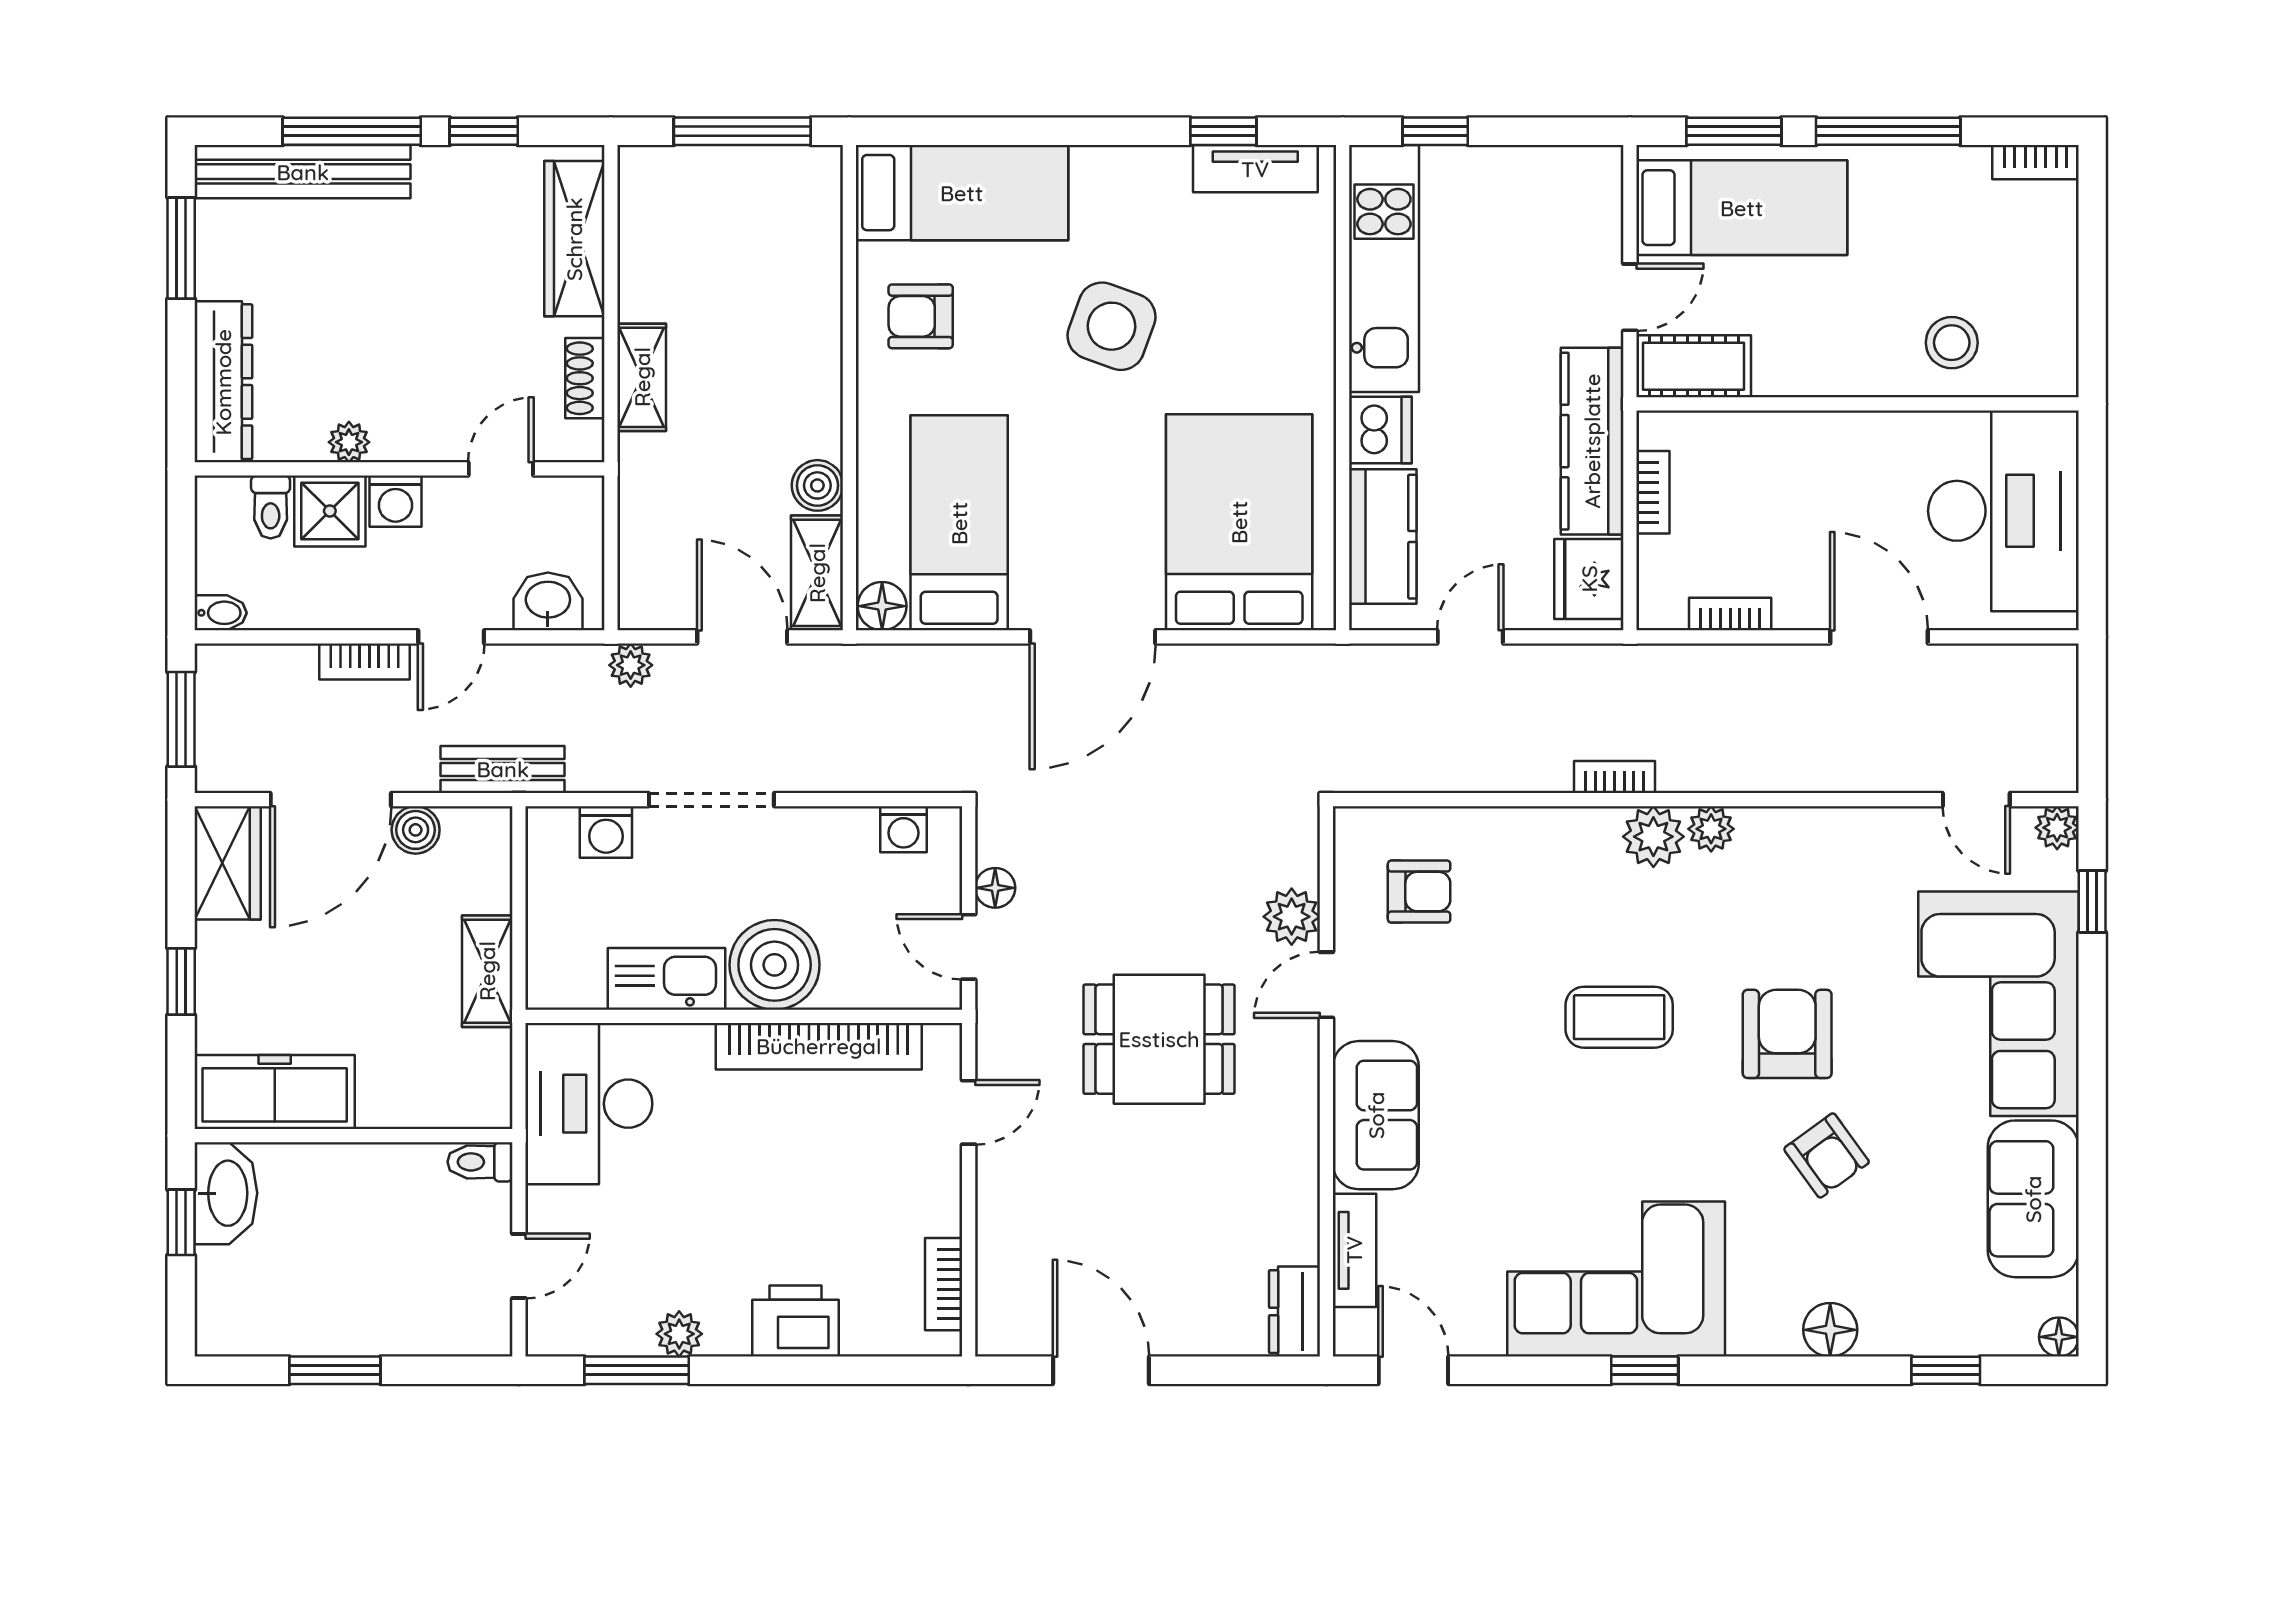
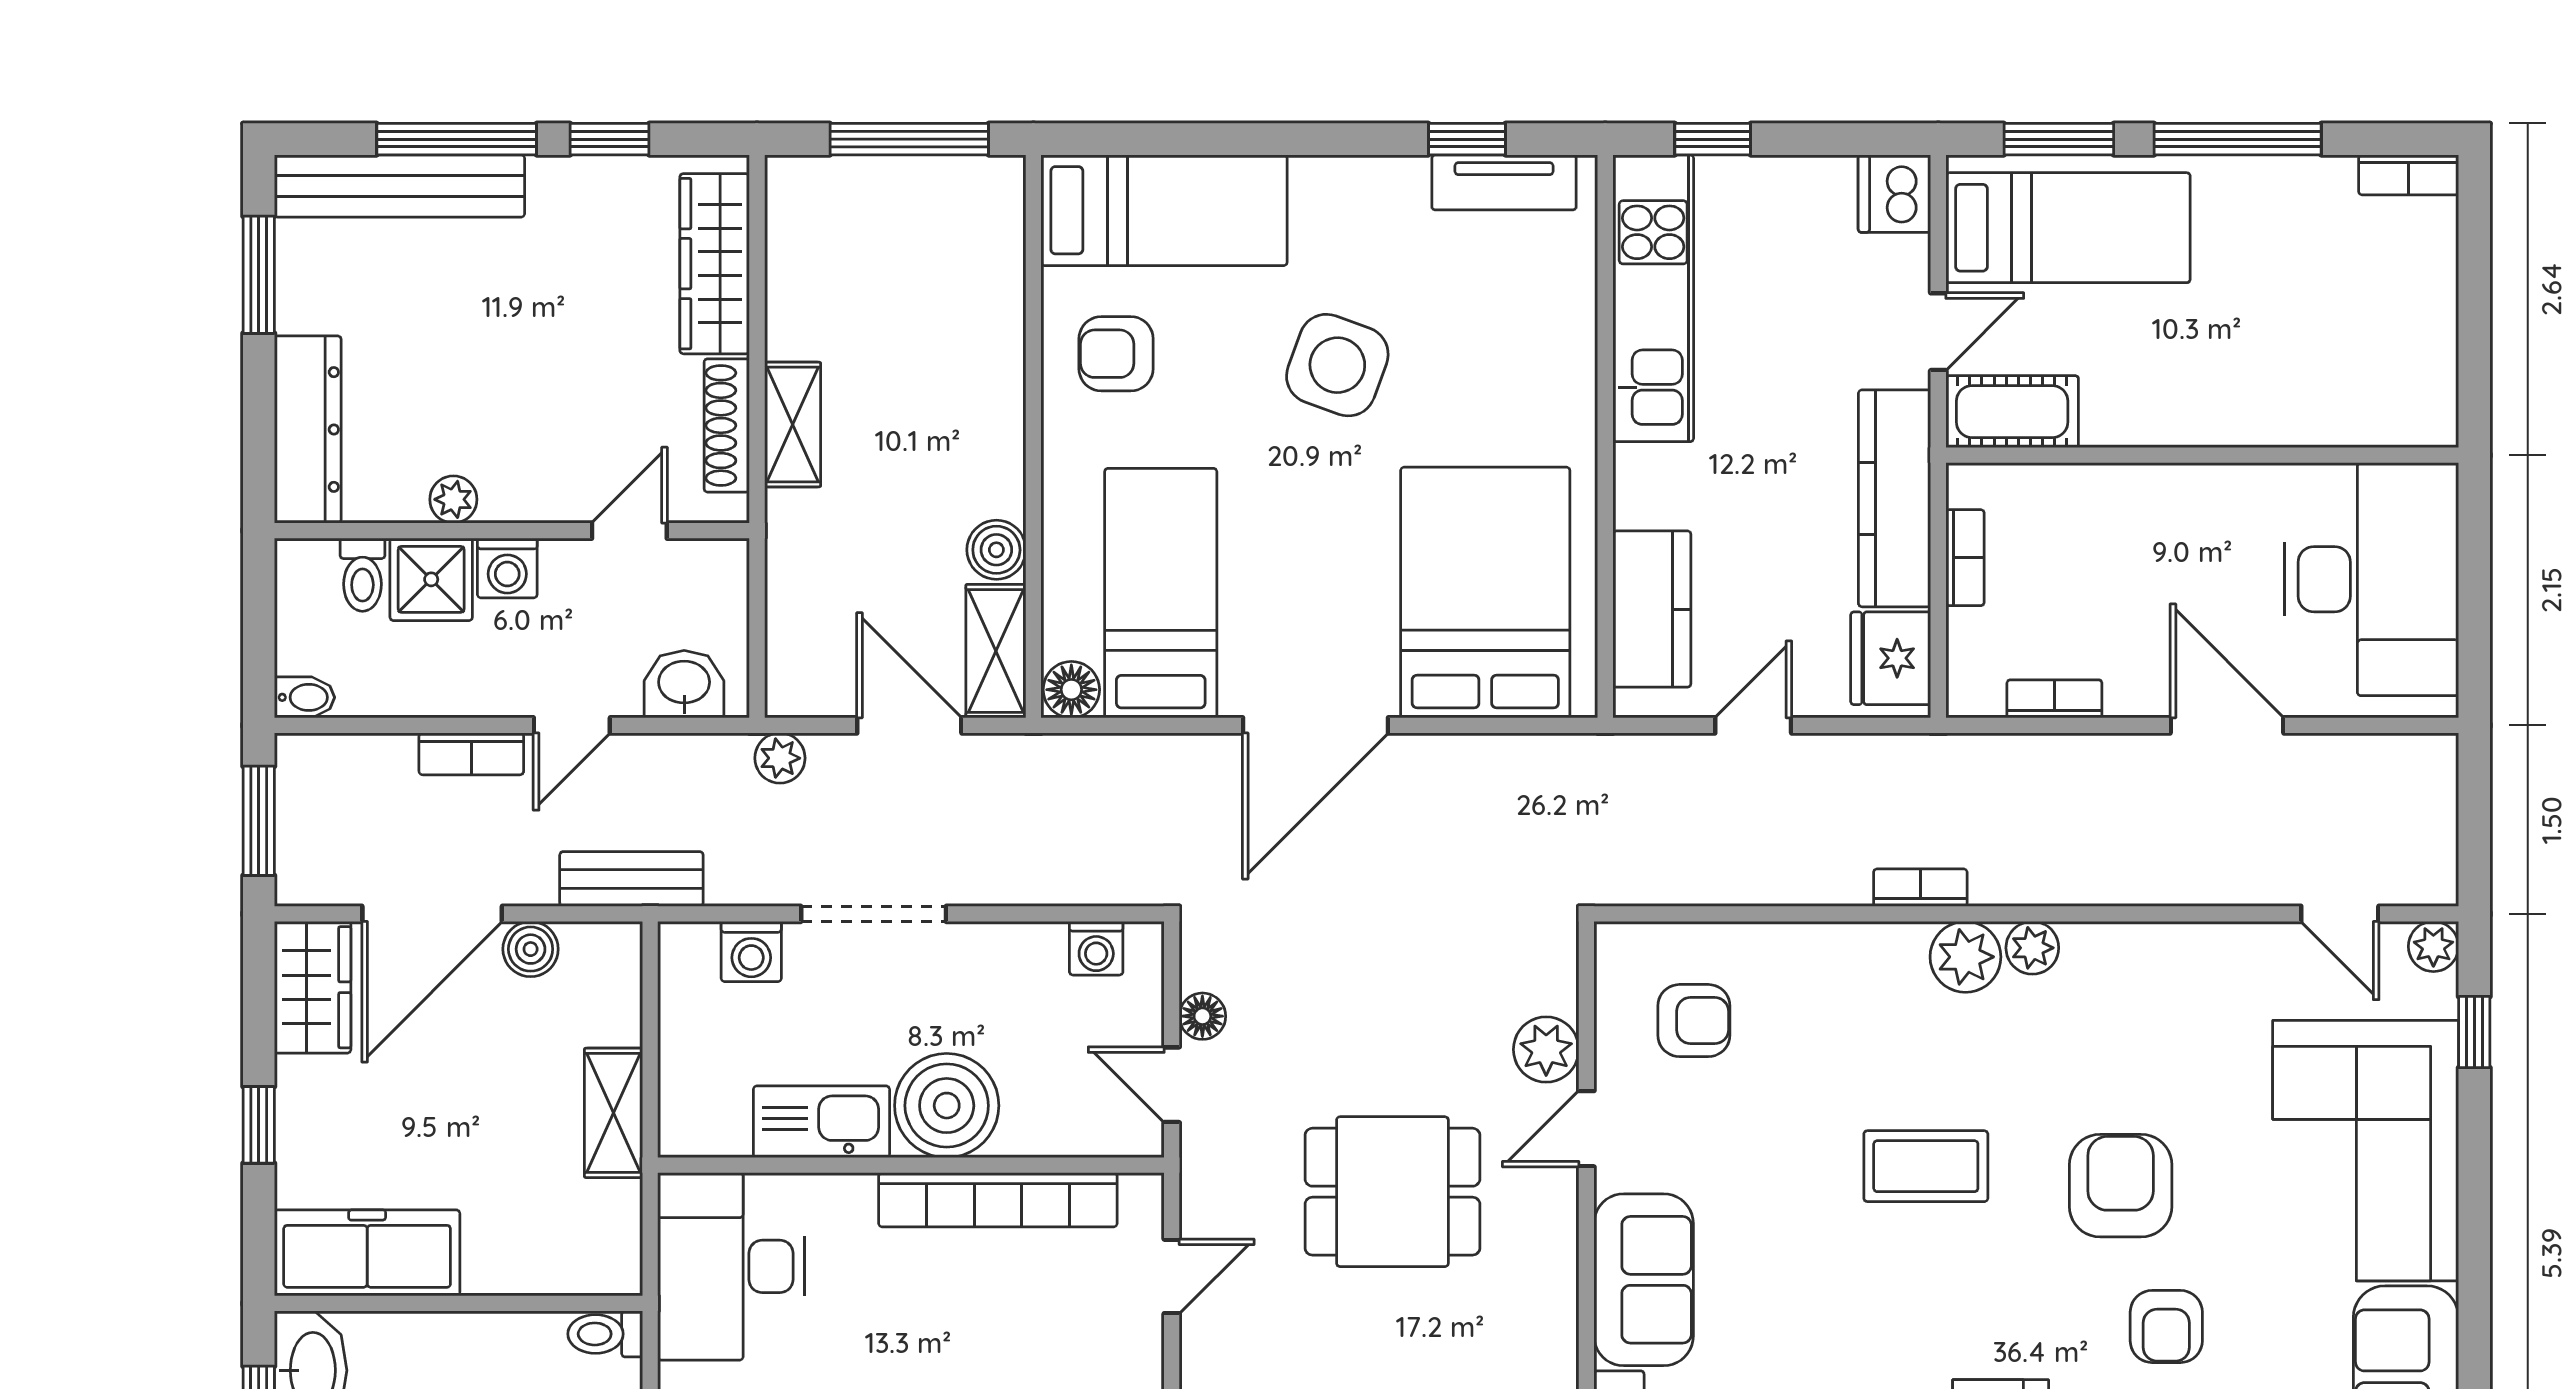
stool: (1952, 343) -> (2311, 384), removed
shoe rack: (585, 378) -> (727, 425), width x1.43
dishwasher: (1380, 430) -> (1894, 194), moved, turned 180
armchair: (1827, 1155) -> (2166, 1326), turned 36

